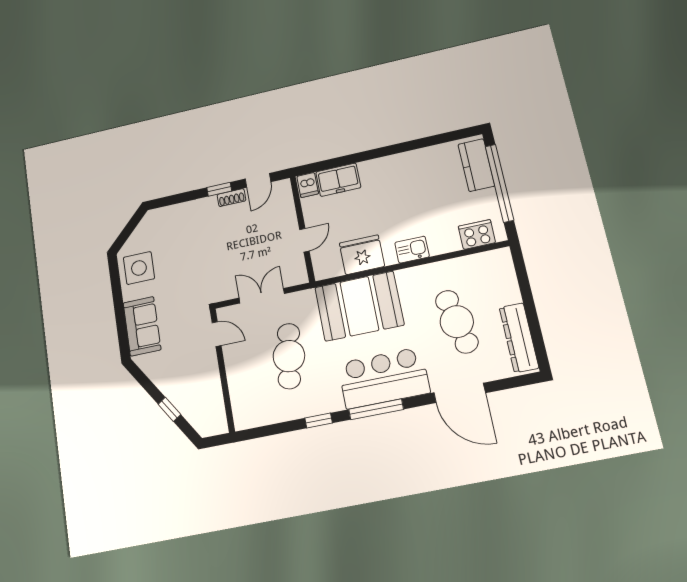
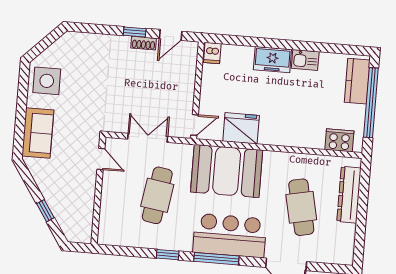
freezer: (338, 180) -> (272, 60), moved
door: (304, 240) -> (195, 125), moved
kitchen sink: (412, 250) -> (305, 60), moved, turned 180
dresser: (519, 338) -> (349, 195), moved

